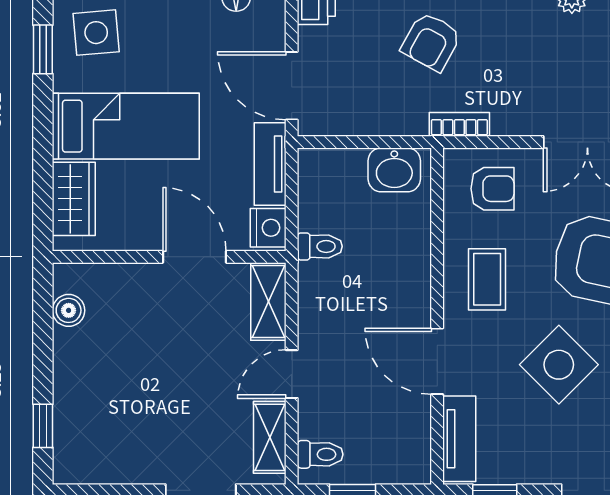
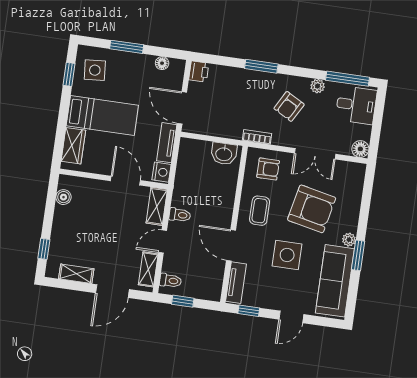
armchair: (431, 42) -> (289, 106), moved
toilet: (320, 246) -> (180, 215), moved
side table: (559, 365) -> (287, 255), turned 45
shelving: (119, 469) -> (76, 274), added

